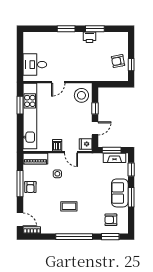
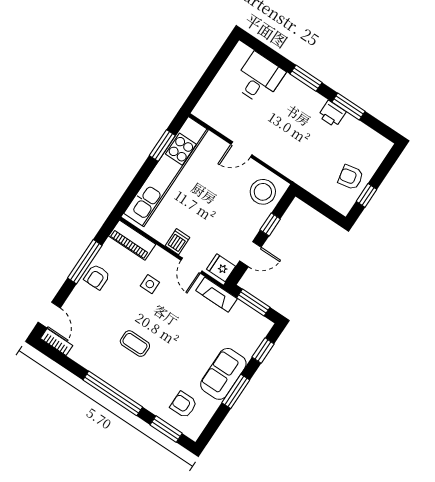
desk: (35, 65) -> (259, 78), moved, turned 90
fireplace: (114, 158) -> (216, 295), moved

